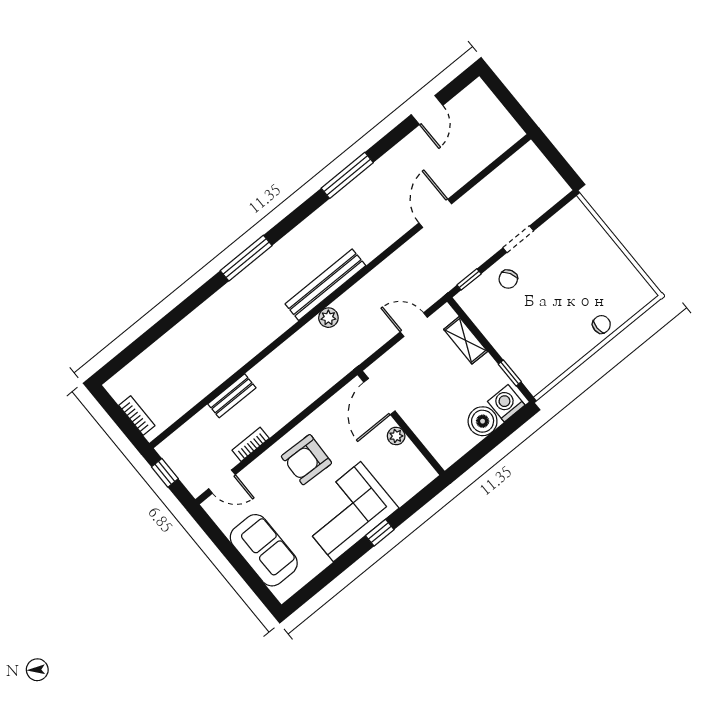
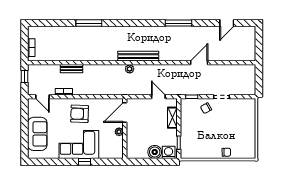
window: (246, 258) -> (89, 23), moved

